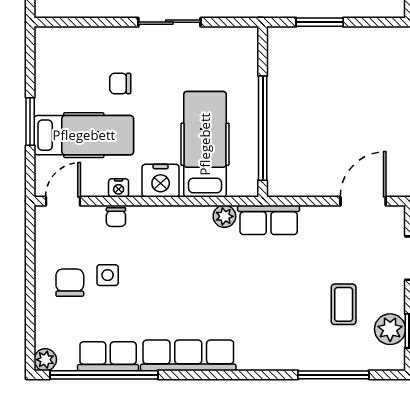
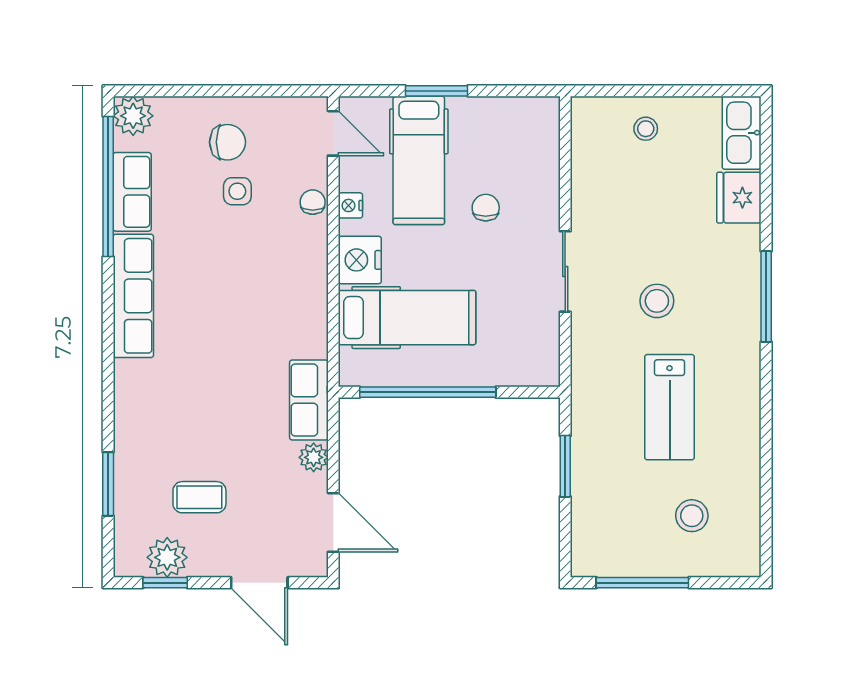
plant: (224, 216) -> (314, 457), moved
chair: (116, 217) -> (313, 202), turned 90
plant: (45, 360) -> (133, 116), width x1.38, depth x1.38
window: (333, 375) -> (108, 484), width x0.69

